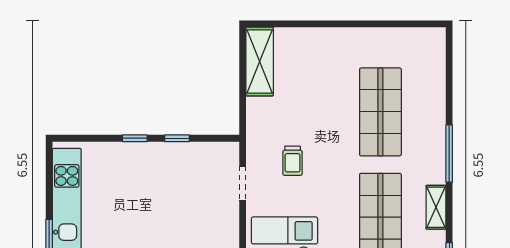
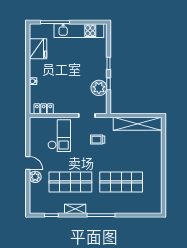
shelving: (260, 62) -> (138, 124), width x1.47
plant: (185, 158) -> (99, 88), added

